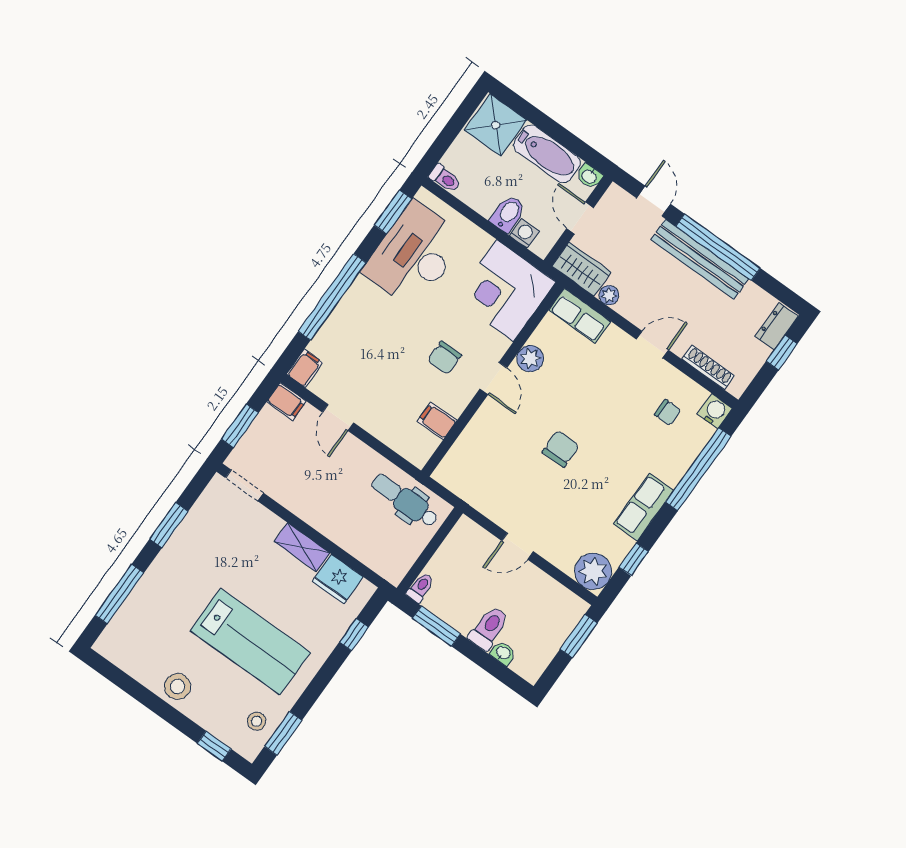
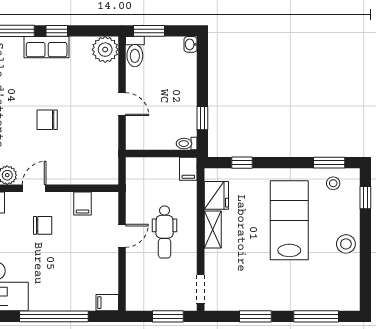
filing cabinet: (286, 402) -> (188, 169), moved, turned 180
door: (338, 418) -> (122, 236), moved
dental chair: (405, 500) -> (165, 232), moved
window: (634, 559) -> (57, 31), moved
window: (436, 626) -> (202, 118), width x0.67
toilet: (489, 628) -> (135, 52), moved, turned -90
washbasin: (503, 653) -> (191, 44), moved

